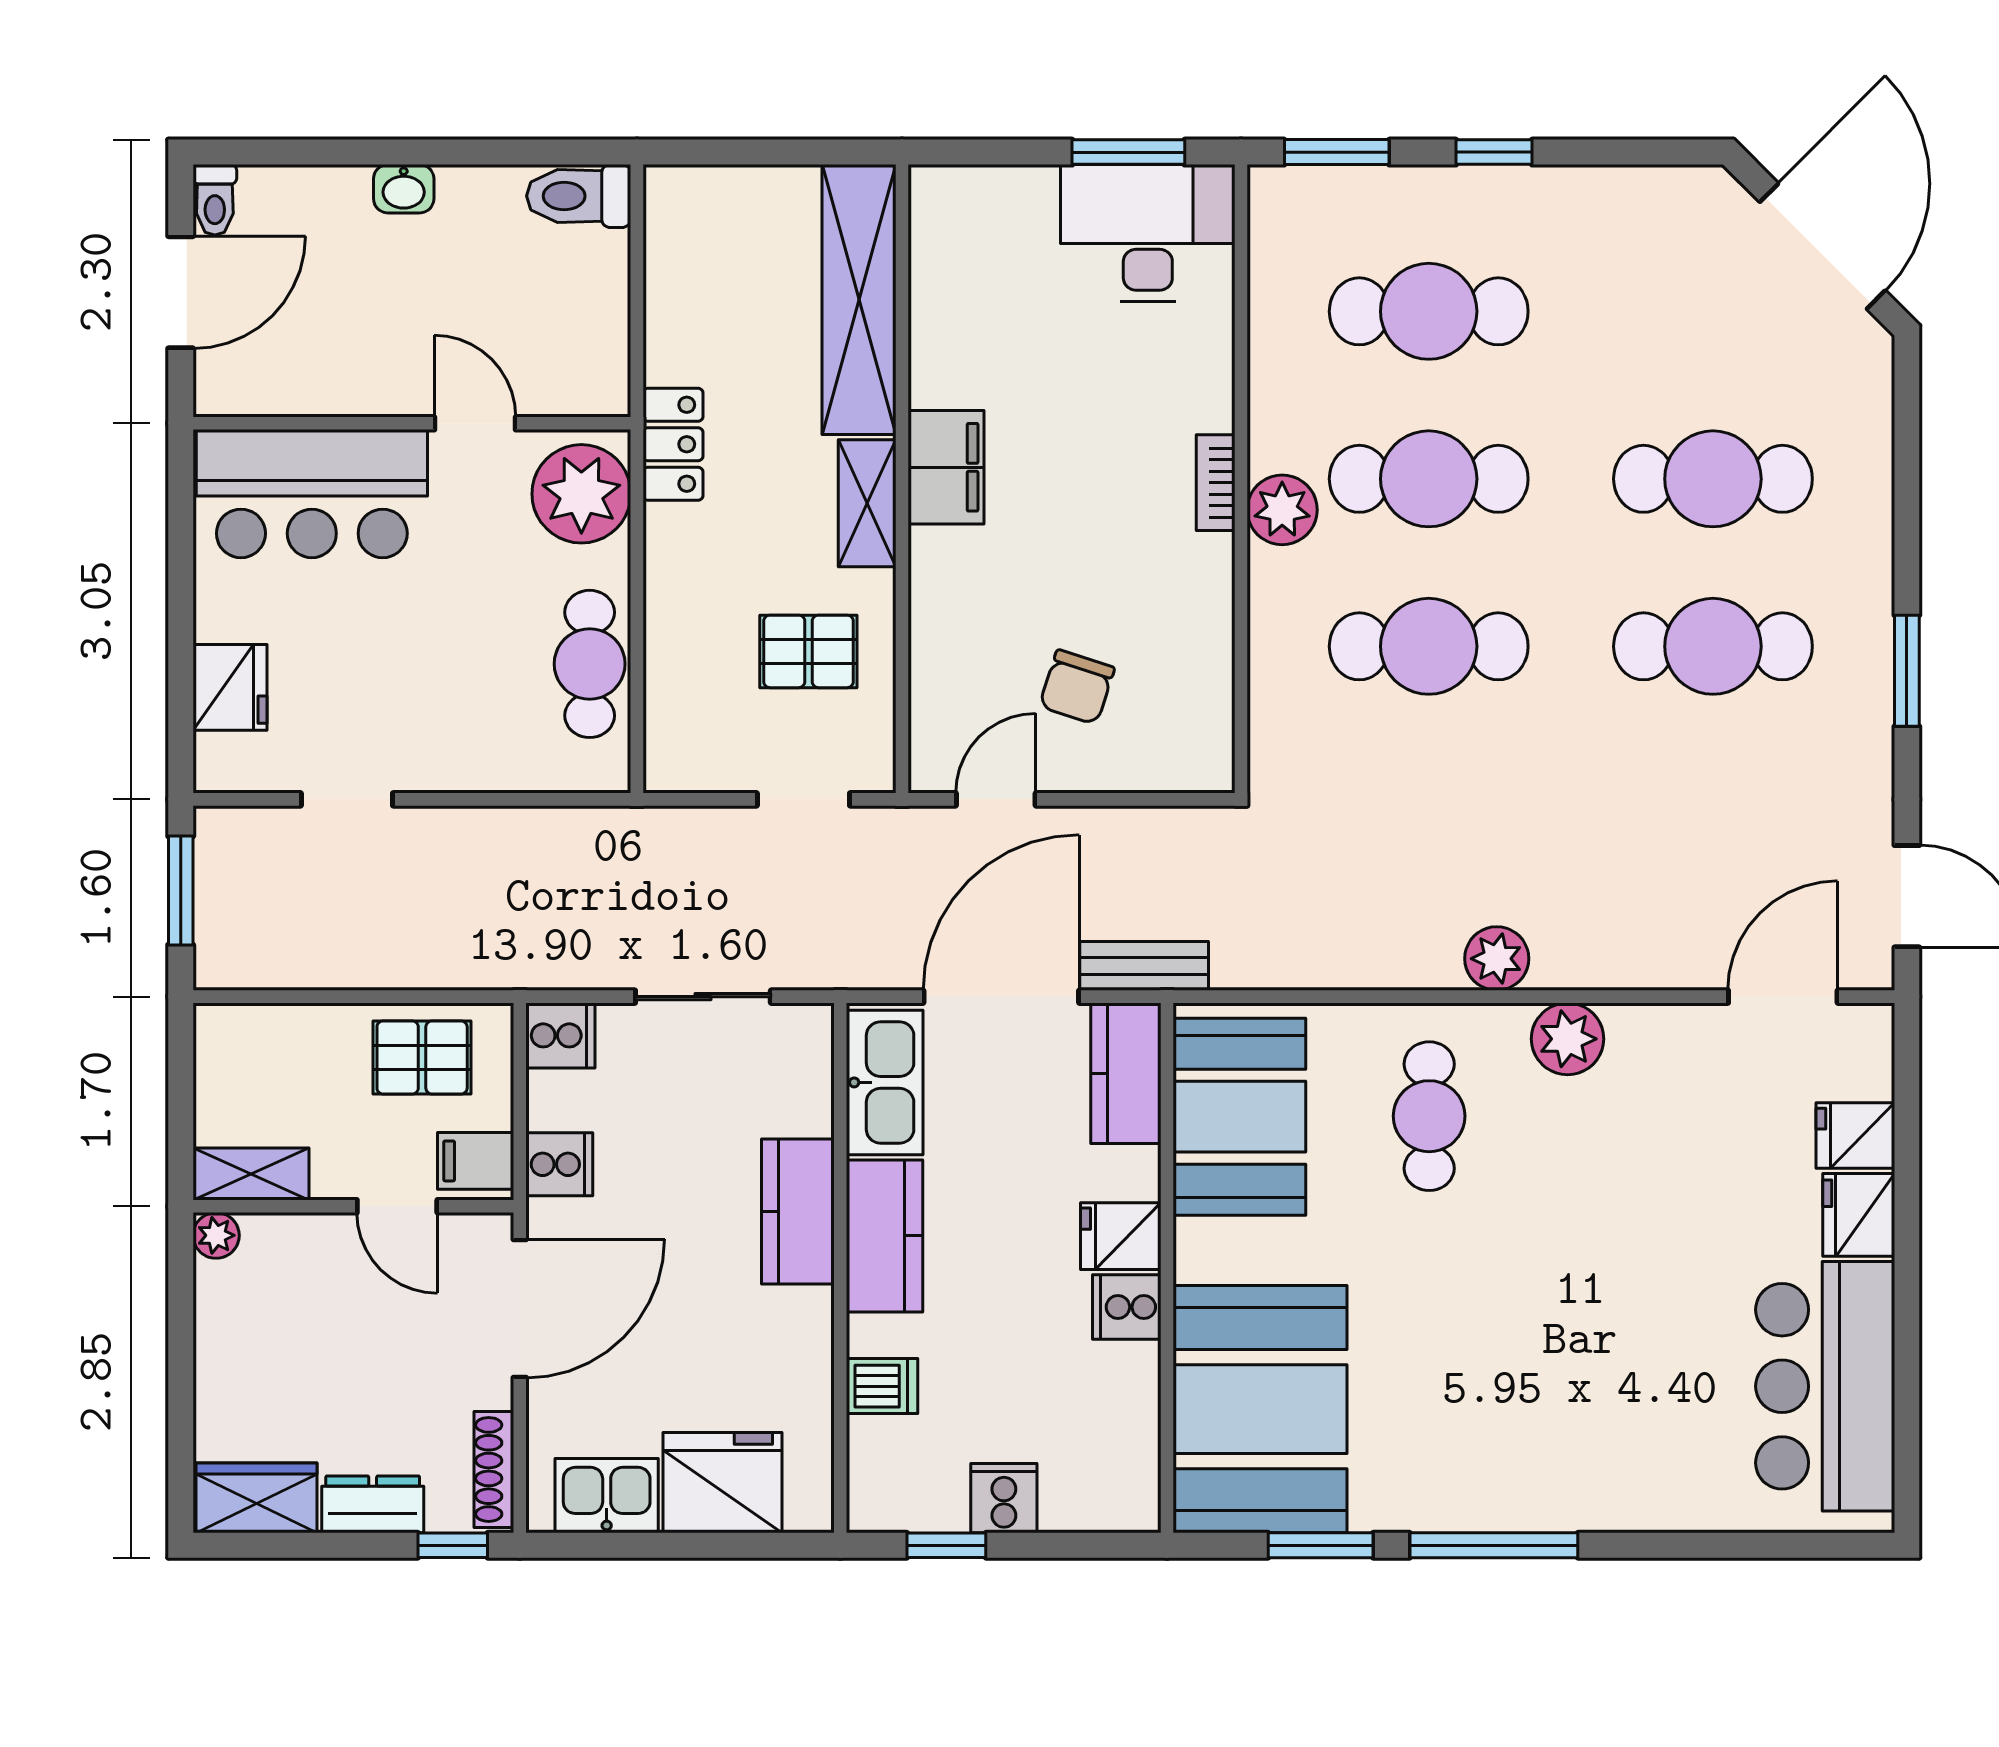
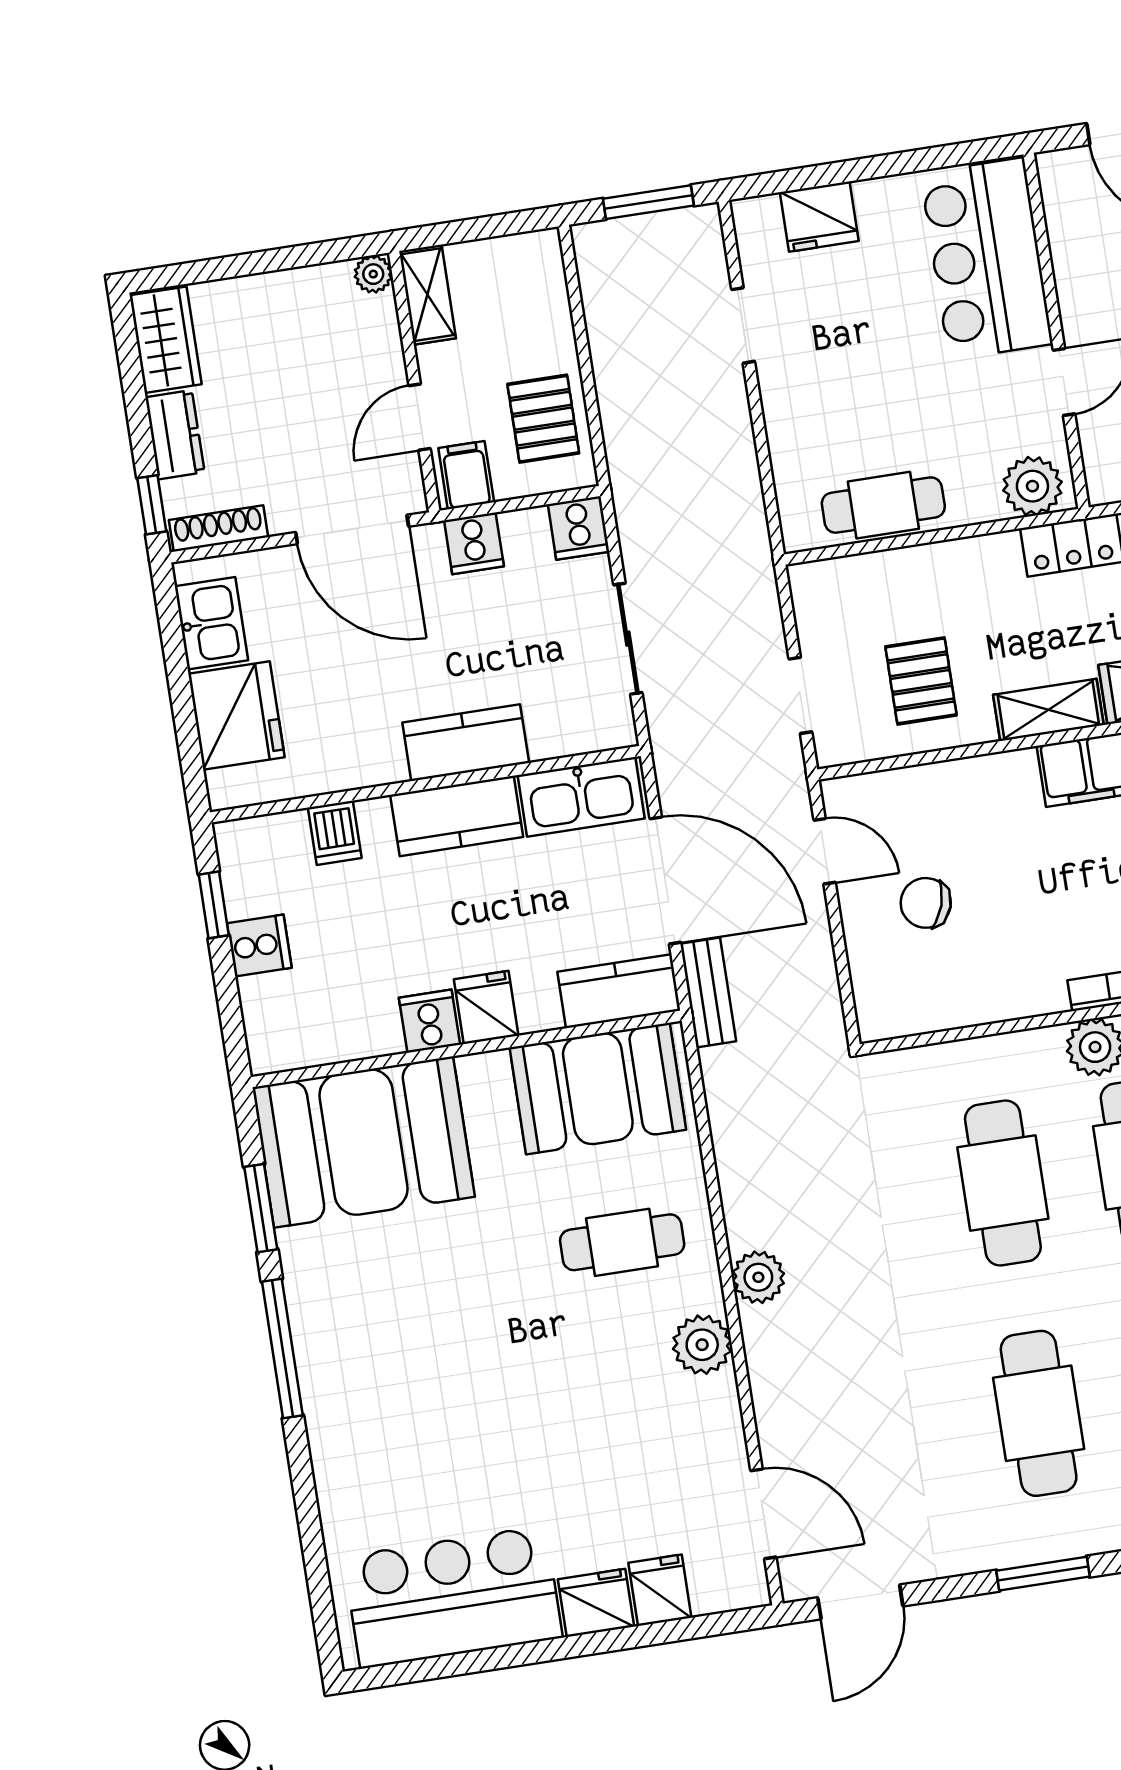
plant: (581, 494) -> (1032, 486), width x0.73, depth x0.73

